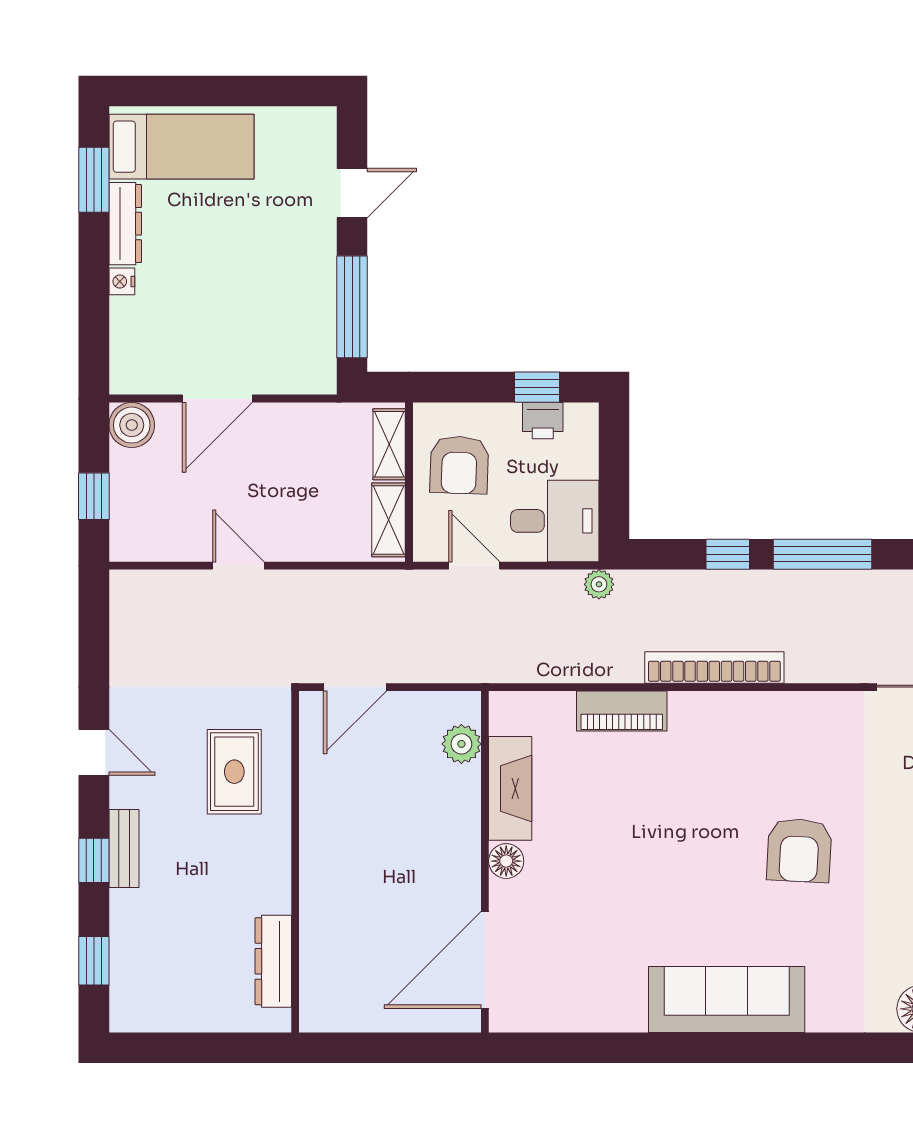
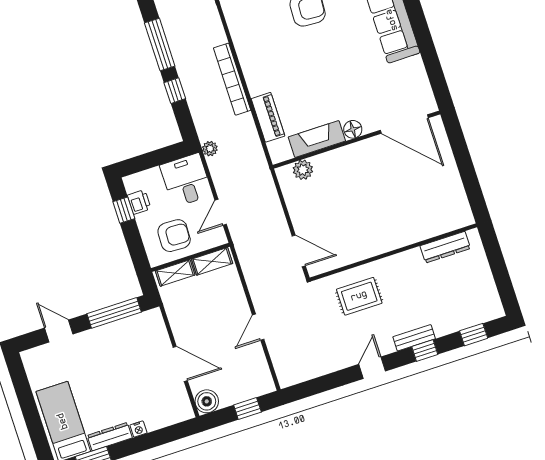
plant: (461, 744) -> (303, 170), moved
fireplace: (510, 788) -> (317, 139), moved
floor lamp: (506, 861) -> (353, 129), moved
wall: (485, 862) -> (356, 140), moved
door: (485, 960) -> (404, 124), moved

